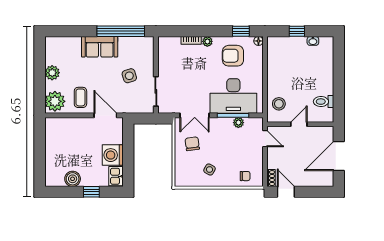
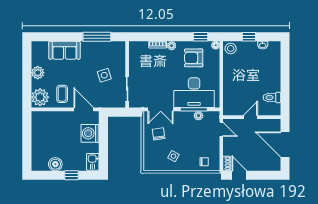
window: (121, 31) -> (97, 37), width x0.68
sofa: (100, 47) -> (64, 50), moved
stool: (279, 104) -> (231, 48), moved
washing machine: (113, 155) -> (90, 133), moved
door: (339, 156) -> (285, 145), hinge flipped

